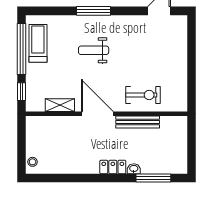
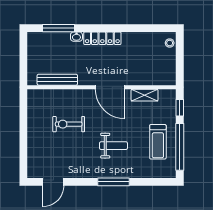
treadmill: (38, 43) -> (158, 142), moved
exercise bike: (143, 95) -> (69, 124), moved
bench: (138, 122) -> (57, 80), moved
locker: (113, 167) -> (102, 38), width x1.53

